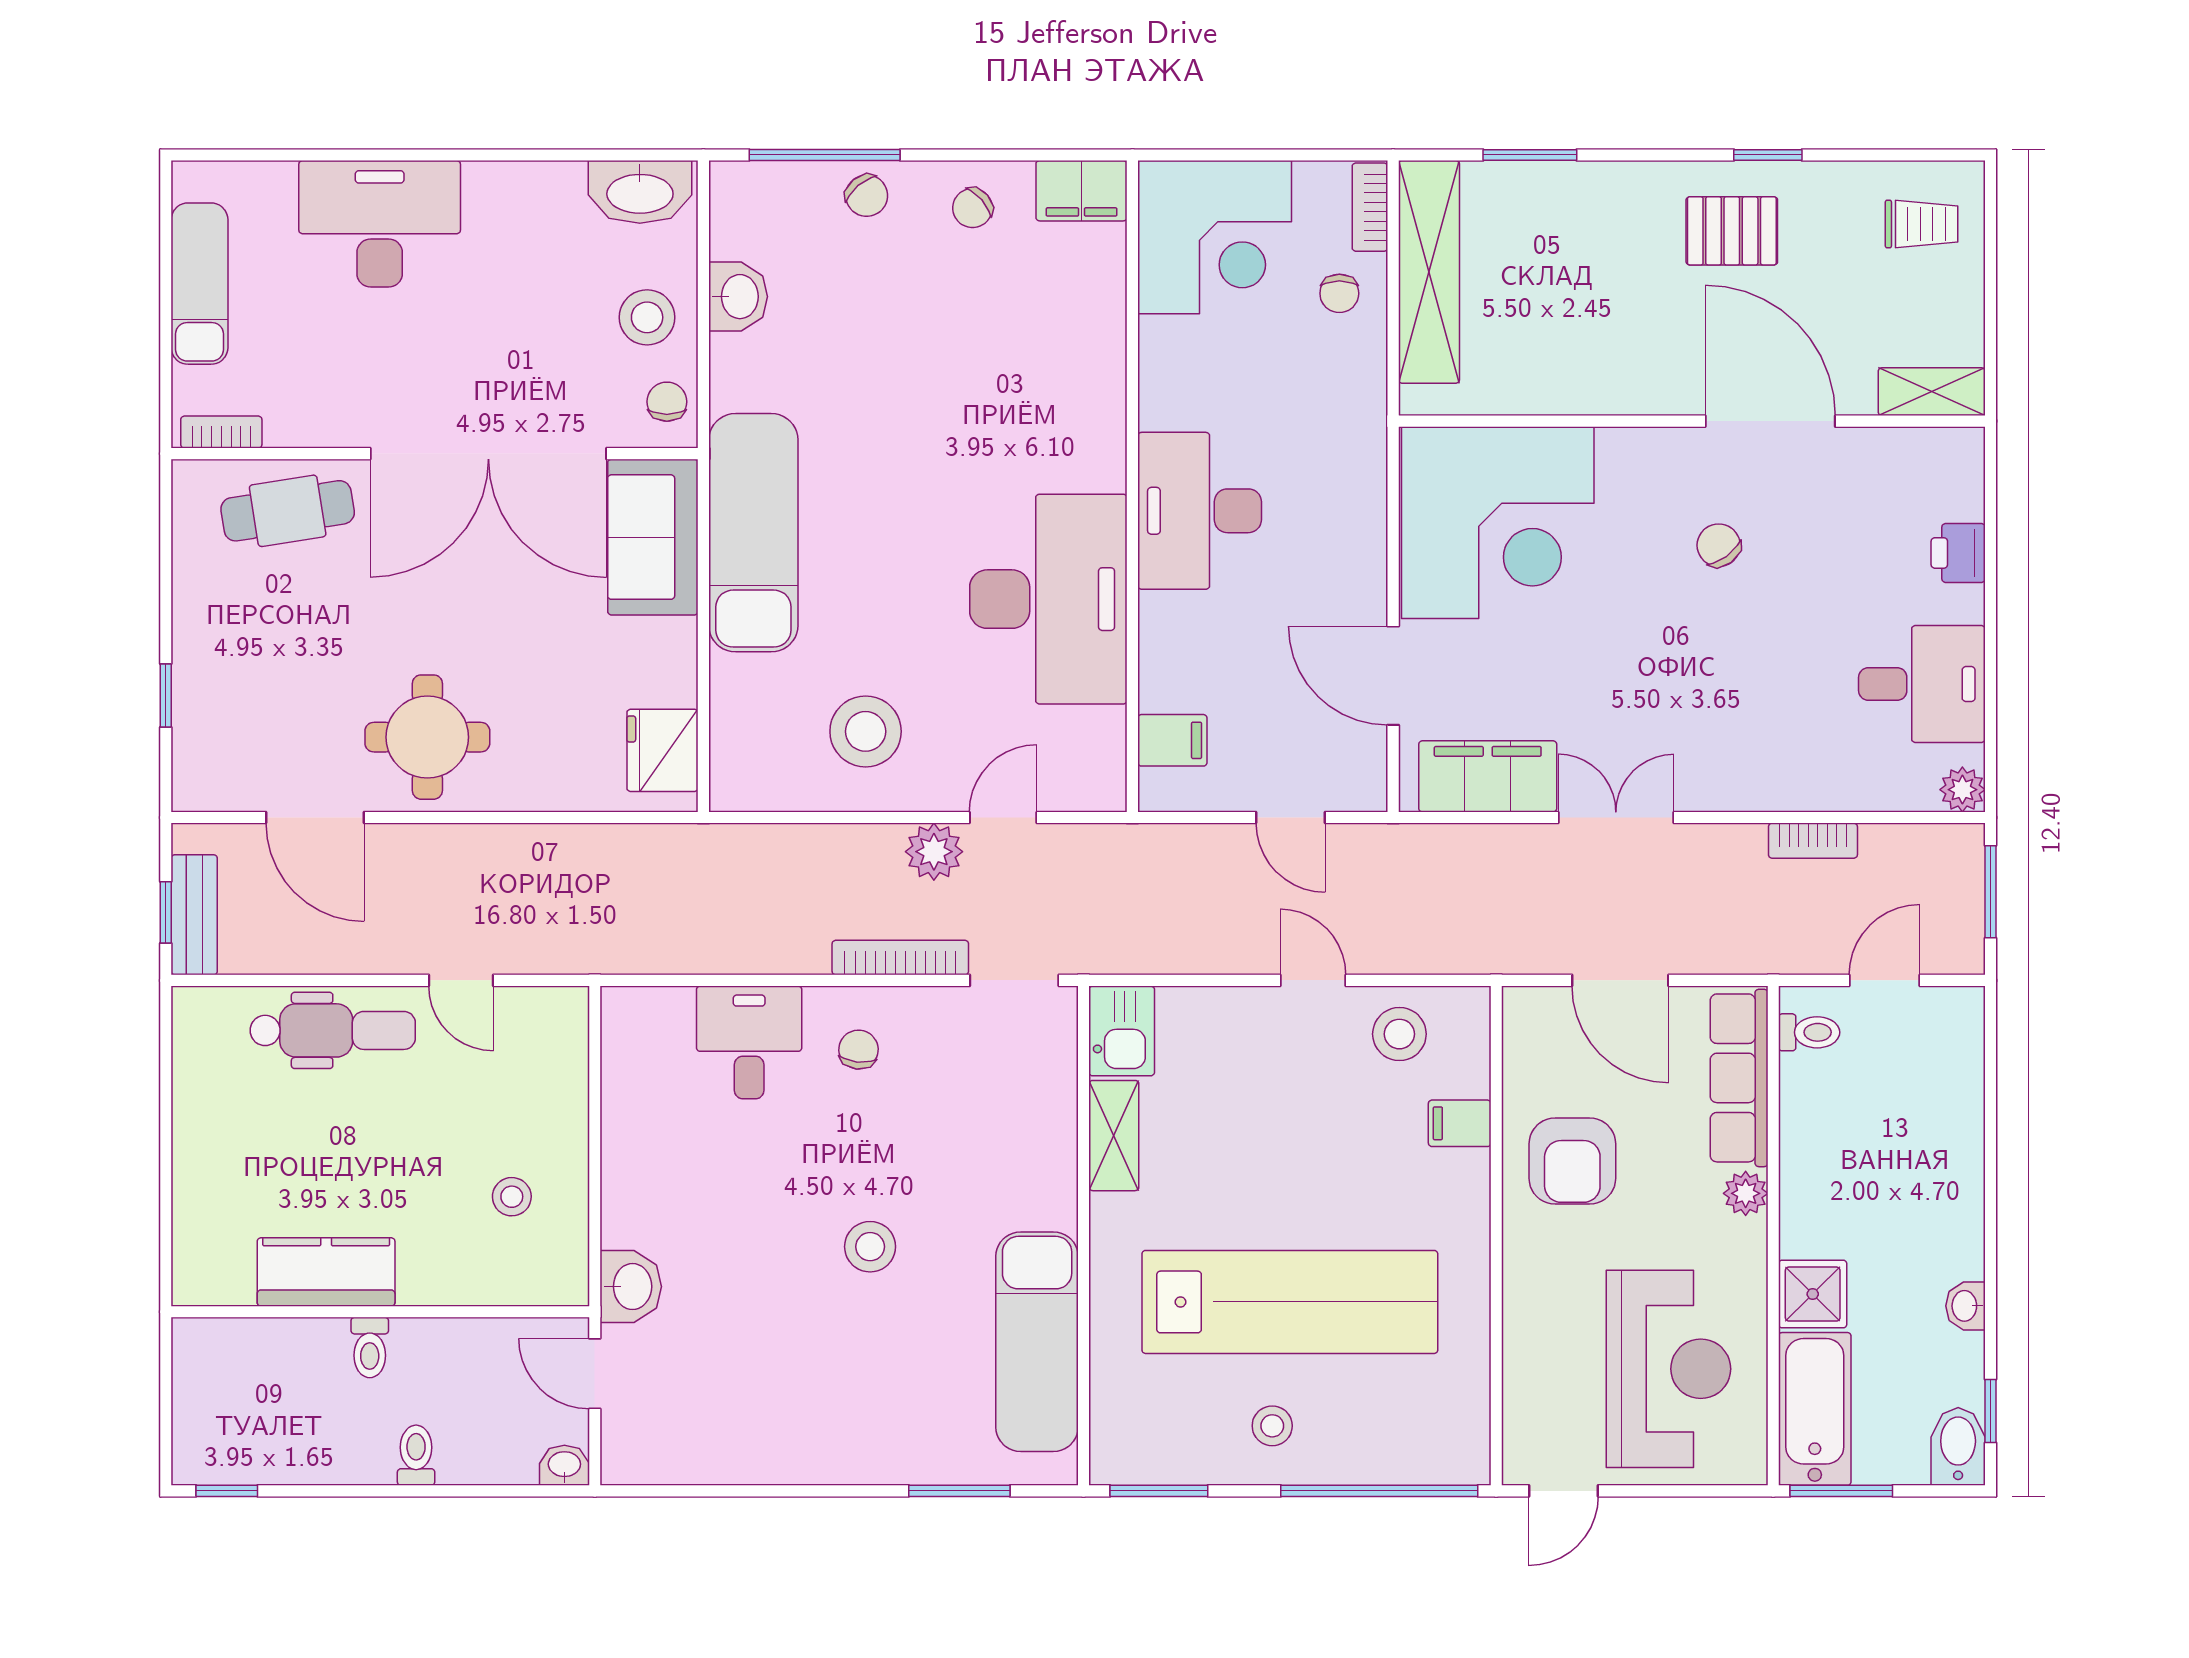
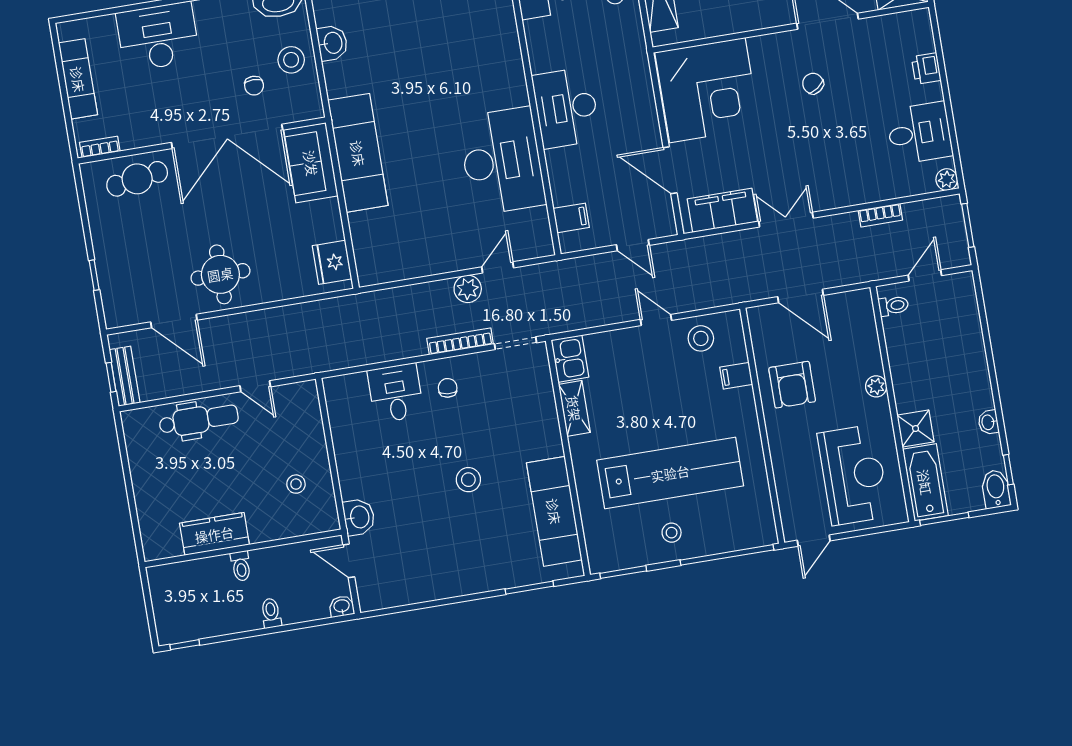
chair: (667, 402) -> (254, 86), moved, turned 180
stool: (866, 731) -> (426, 238), removed
row of seats: (1739, 1078) -> (864, 333), removed

